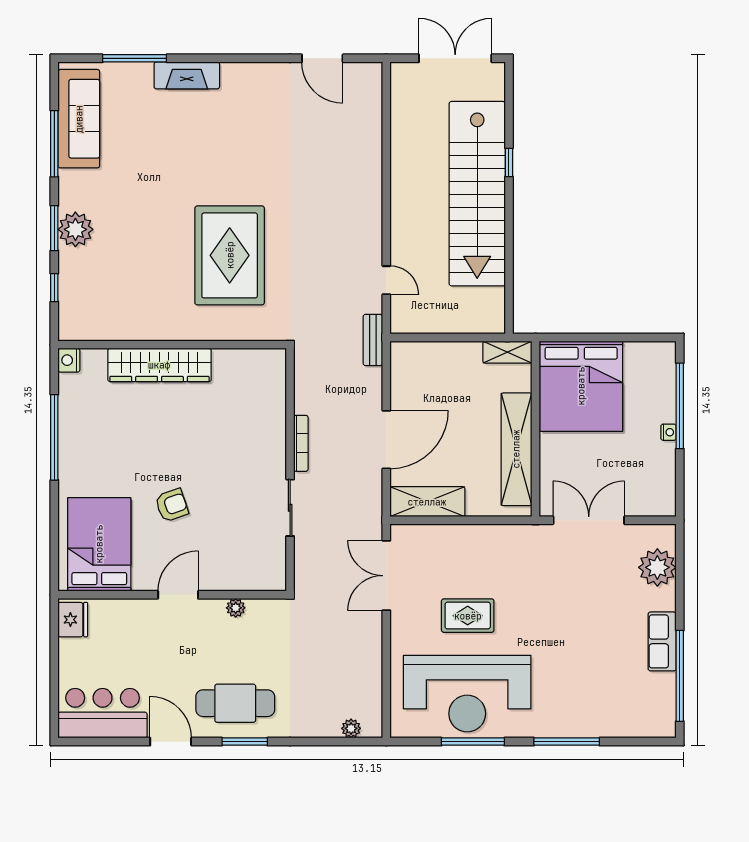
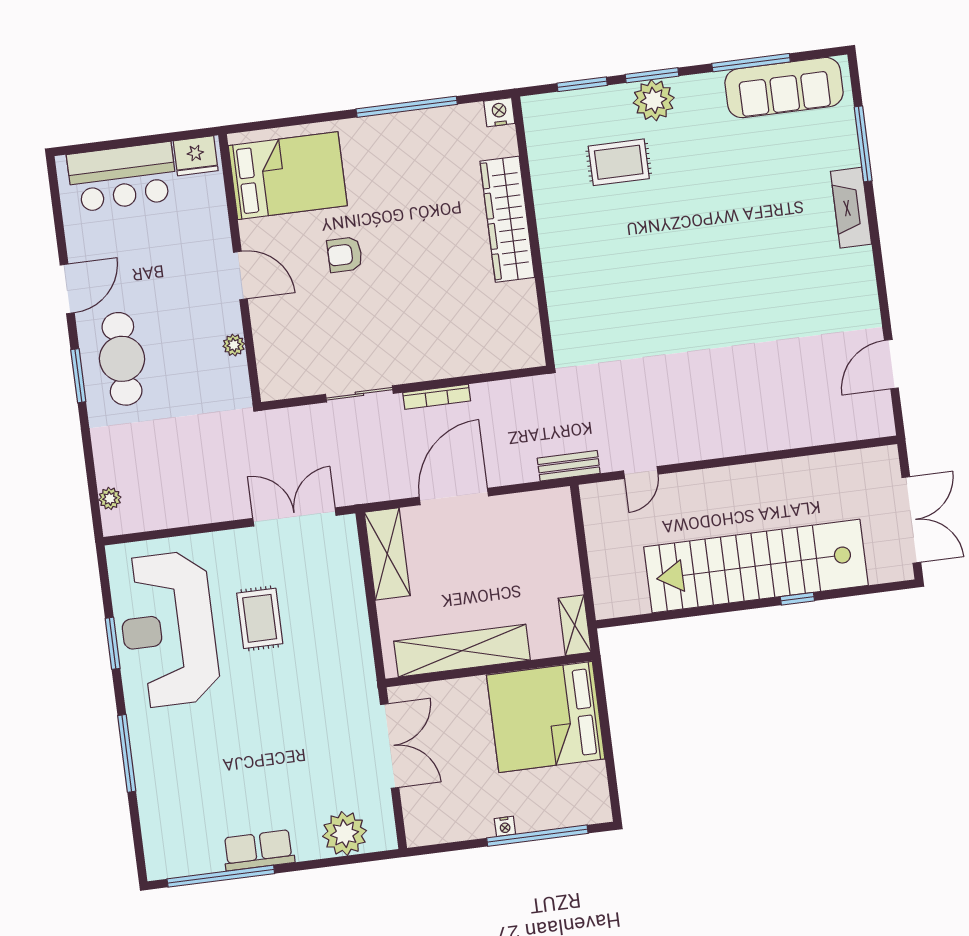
rug: (230, 255) -> (619, 162), moved, width x0.54, depth x0.49
window: (54, 288) -> (582, 84), width x1.50
door: (386, 440) -> (454, 496), swing flipped
armchair: (172, 505) -> (345, 255), turned 109
bar counter: (103, 713) -> (122, 177), moved, turned 90
window: (473, 742) -> (113, 643), width x0.69

